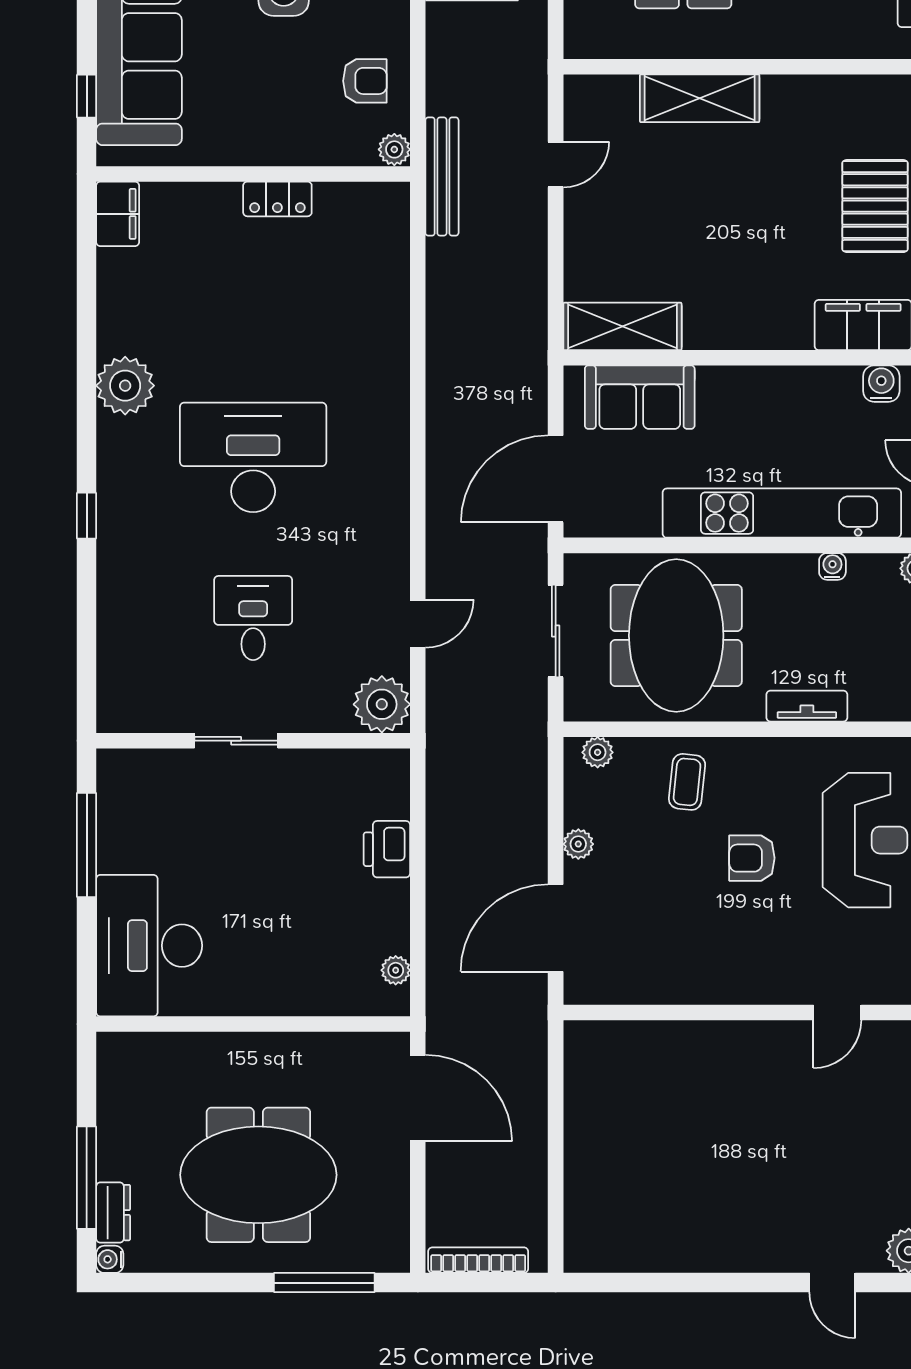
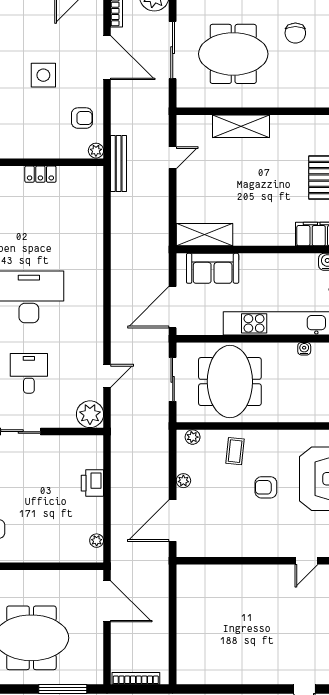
tv unit: (807, 706) -> (292, 415), removed

